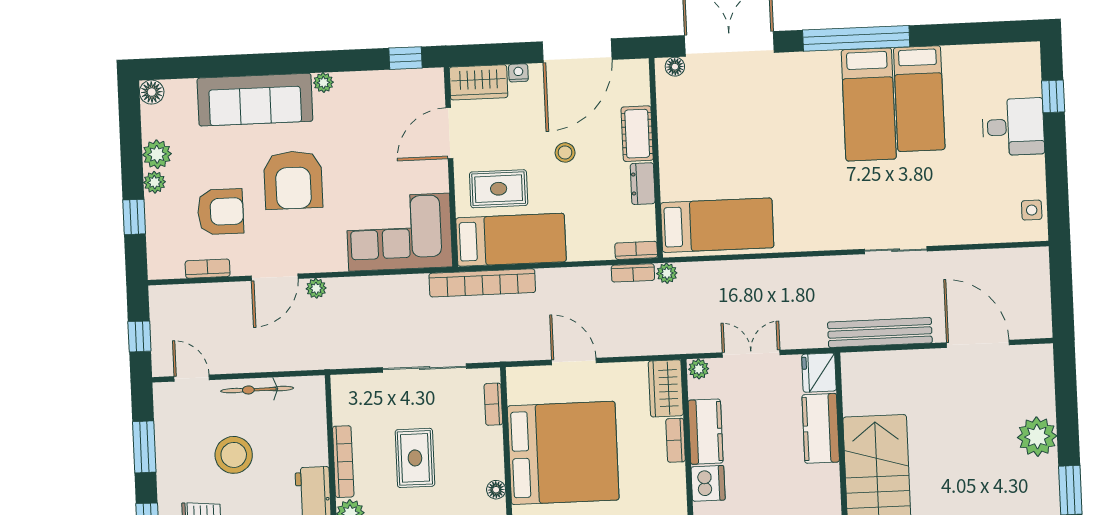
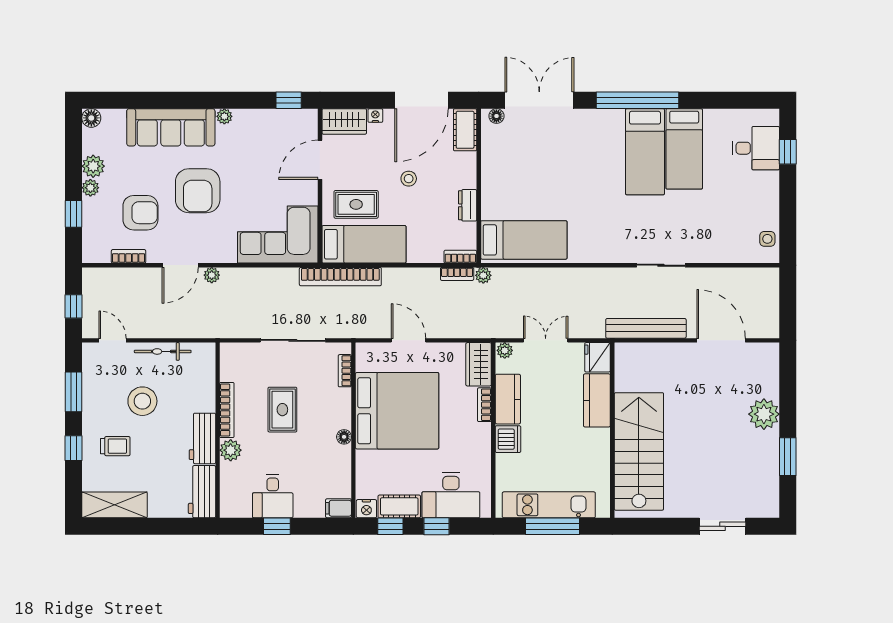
desk: (1013, 127) -> (756, 148), moved
cot: (637, 134) -> (465, 130), moved

